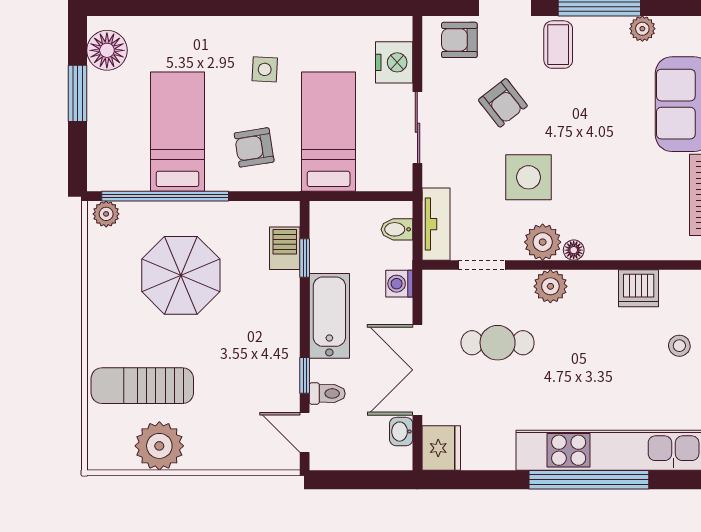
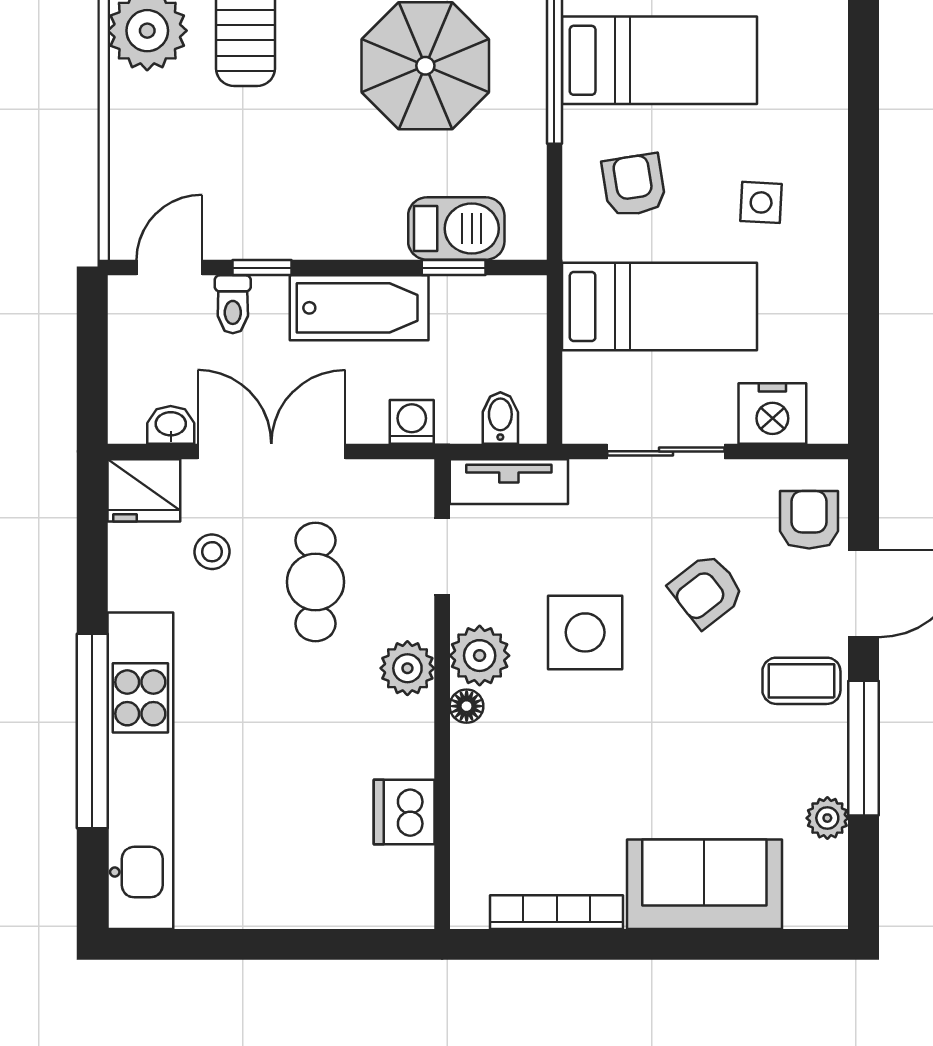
barbecue: (285, 248) -> (456, 229), width x1.38, depth x1.27
stool: (679, 346) -> (212, 552), moved

